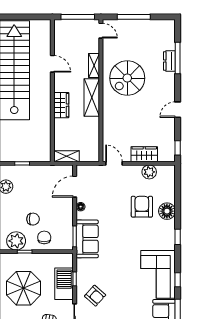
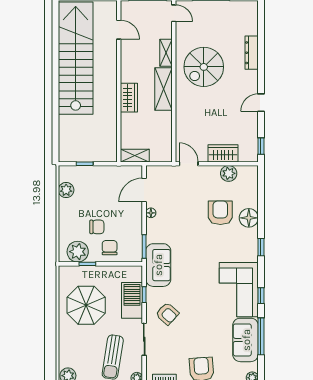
window: (178, 58) -> (261, 44), removed
dresser: (169, 61) -> (252, 53), width x1.44
door: (52, 64) -> (119, 30), moved
sofa: (87, 239) -> (158, 265), moved

